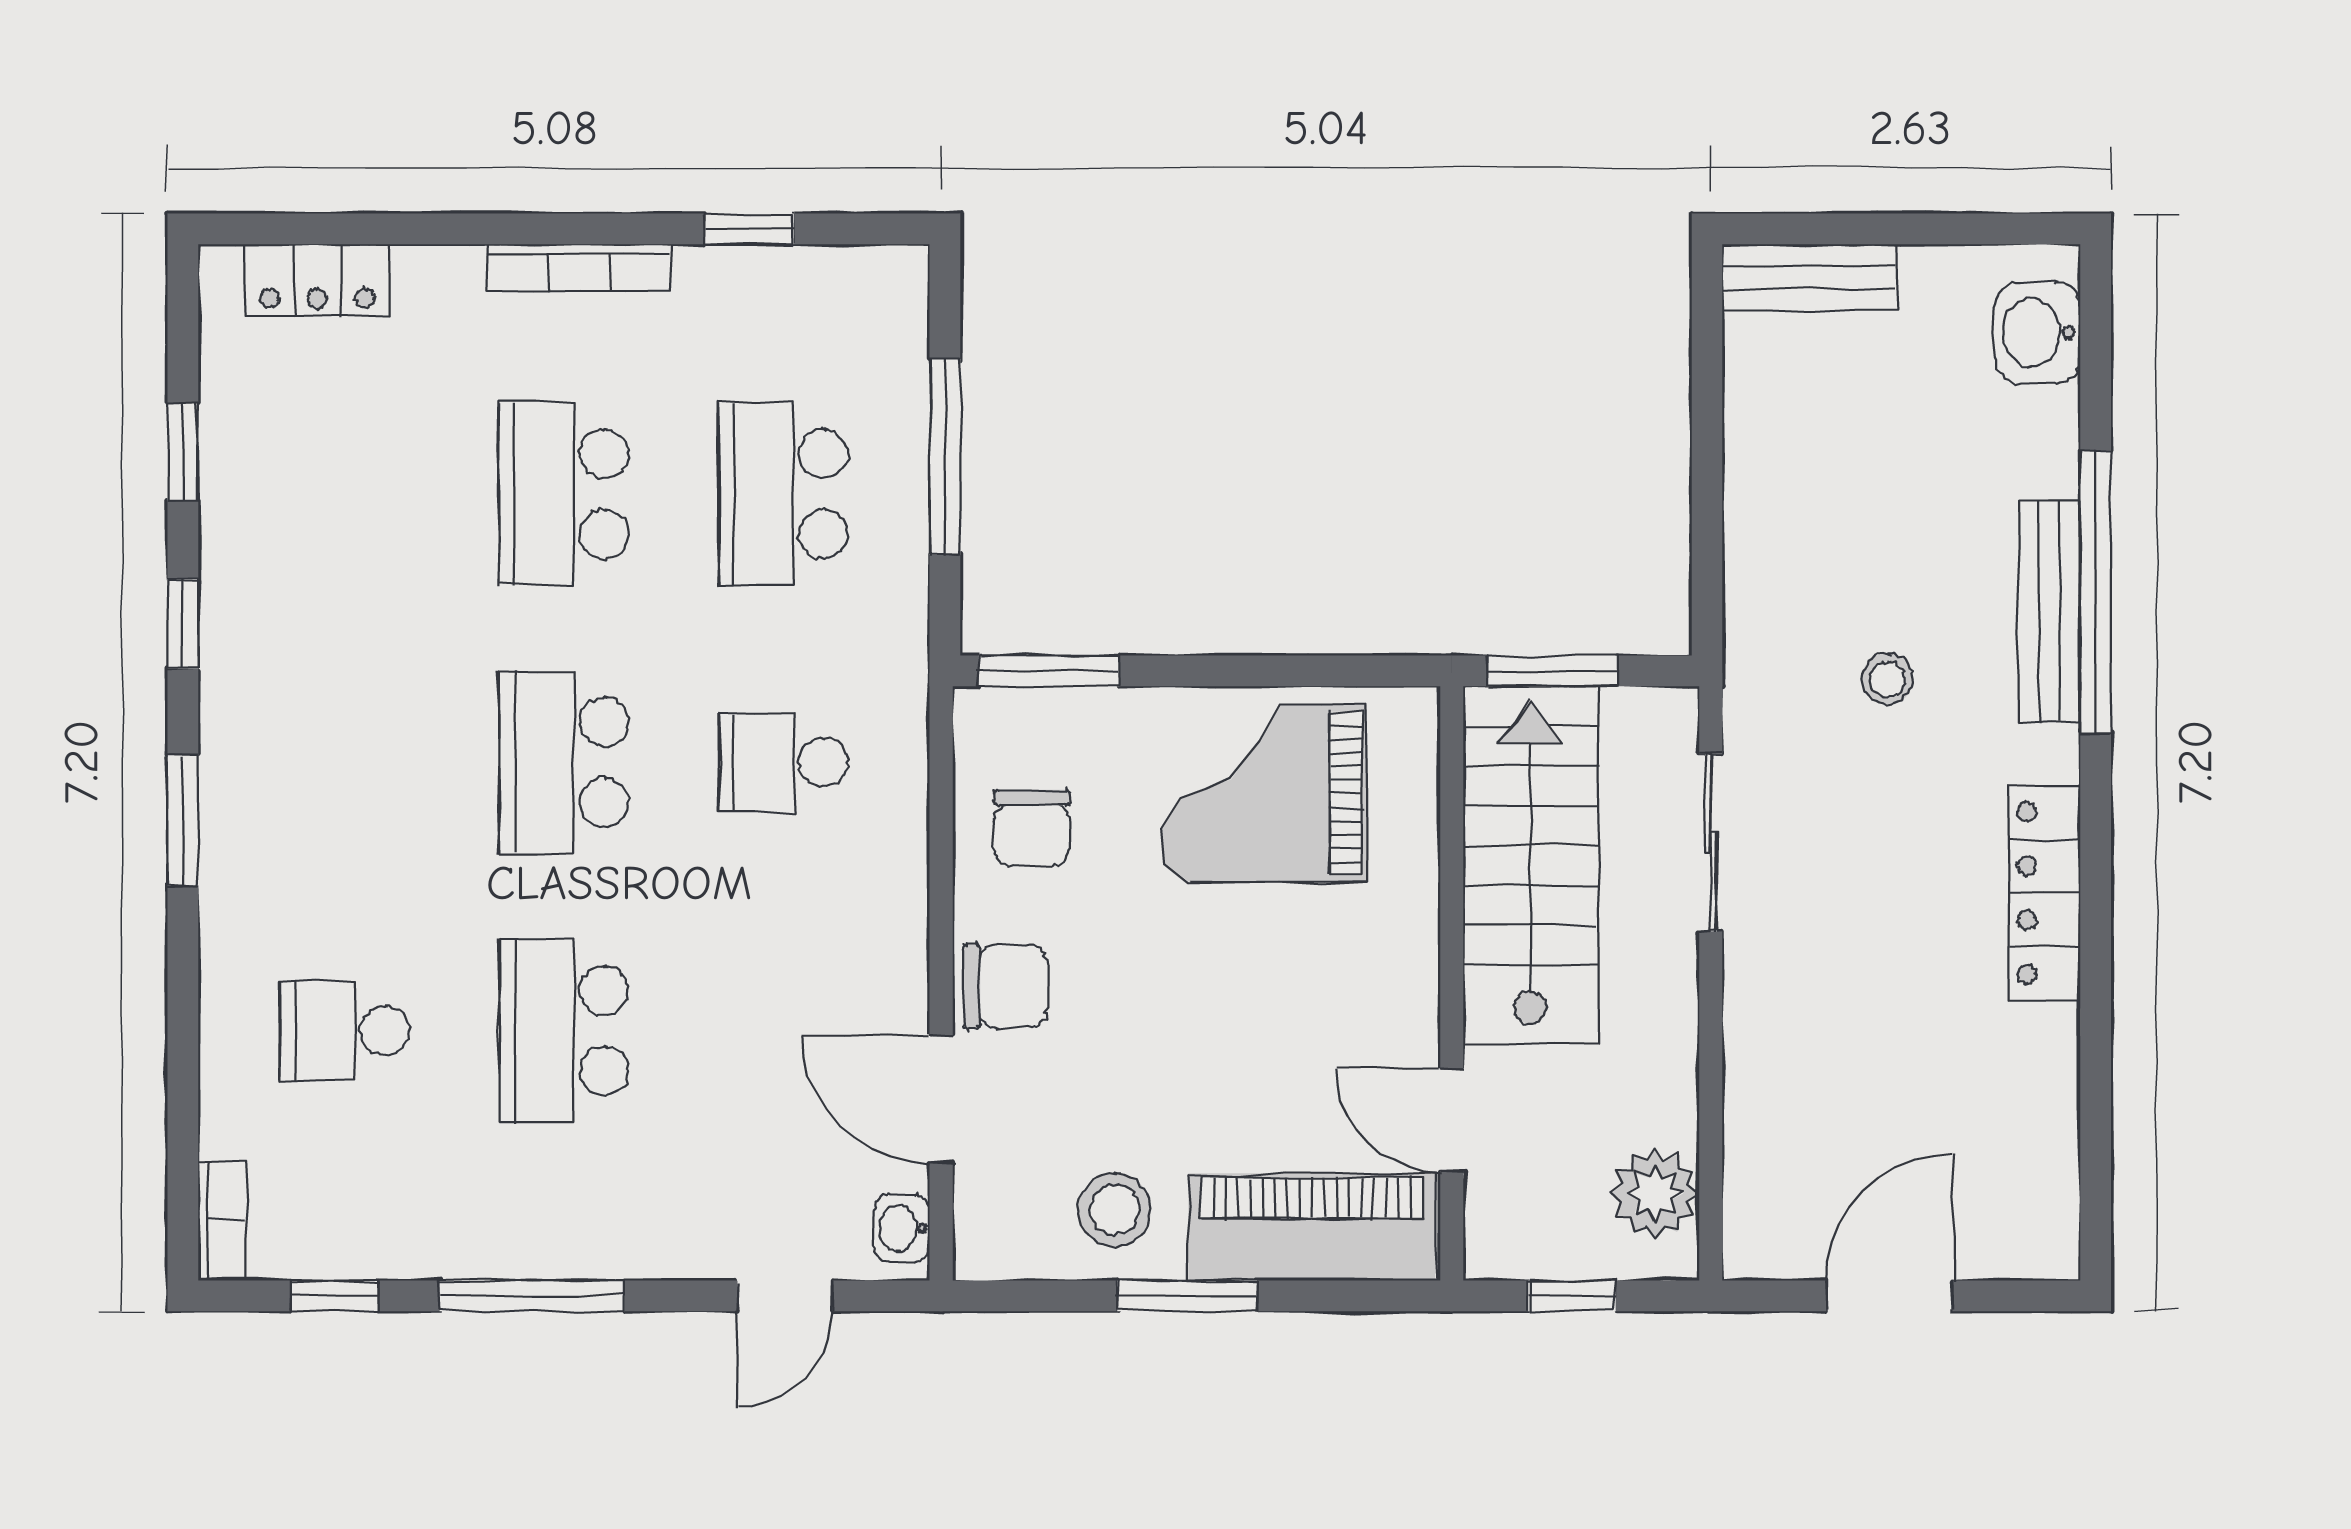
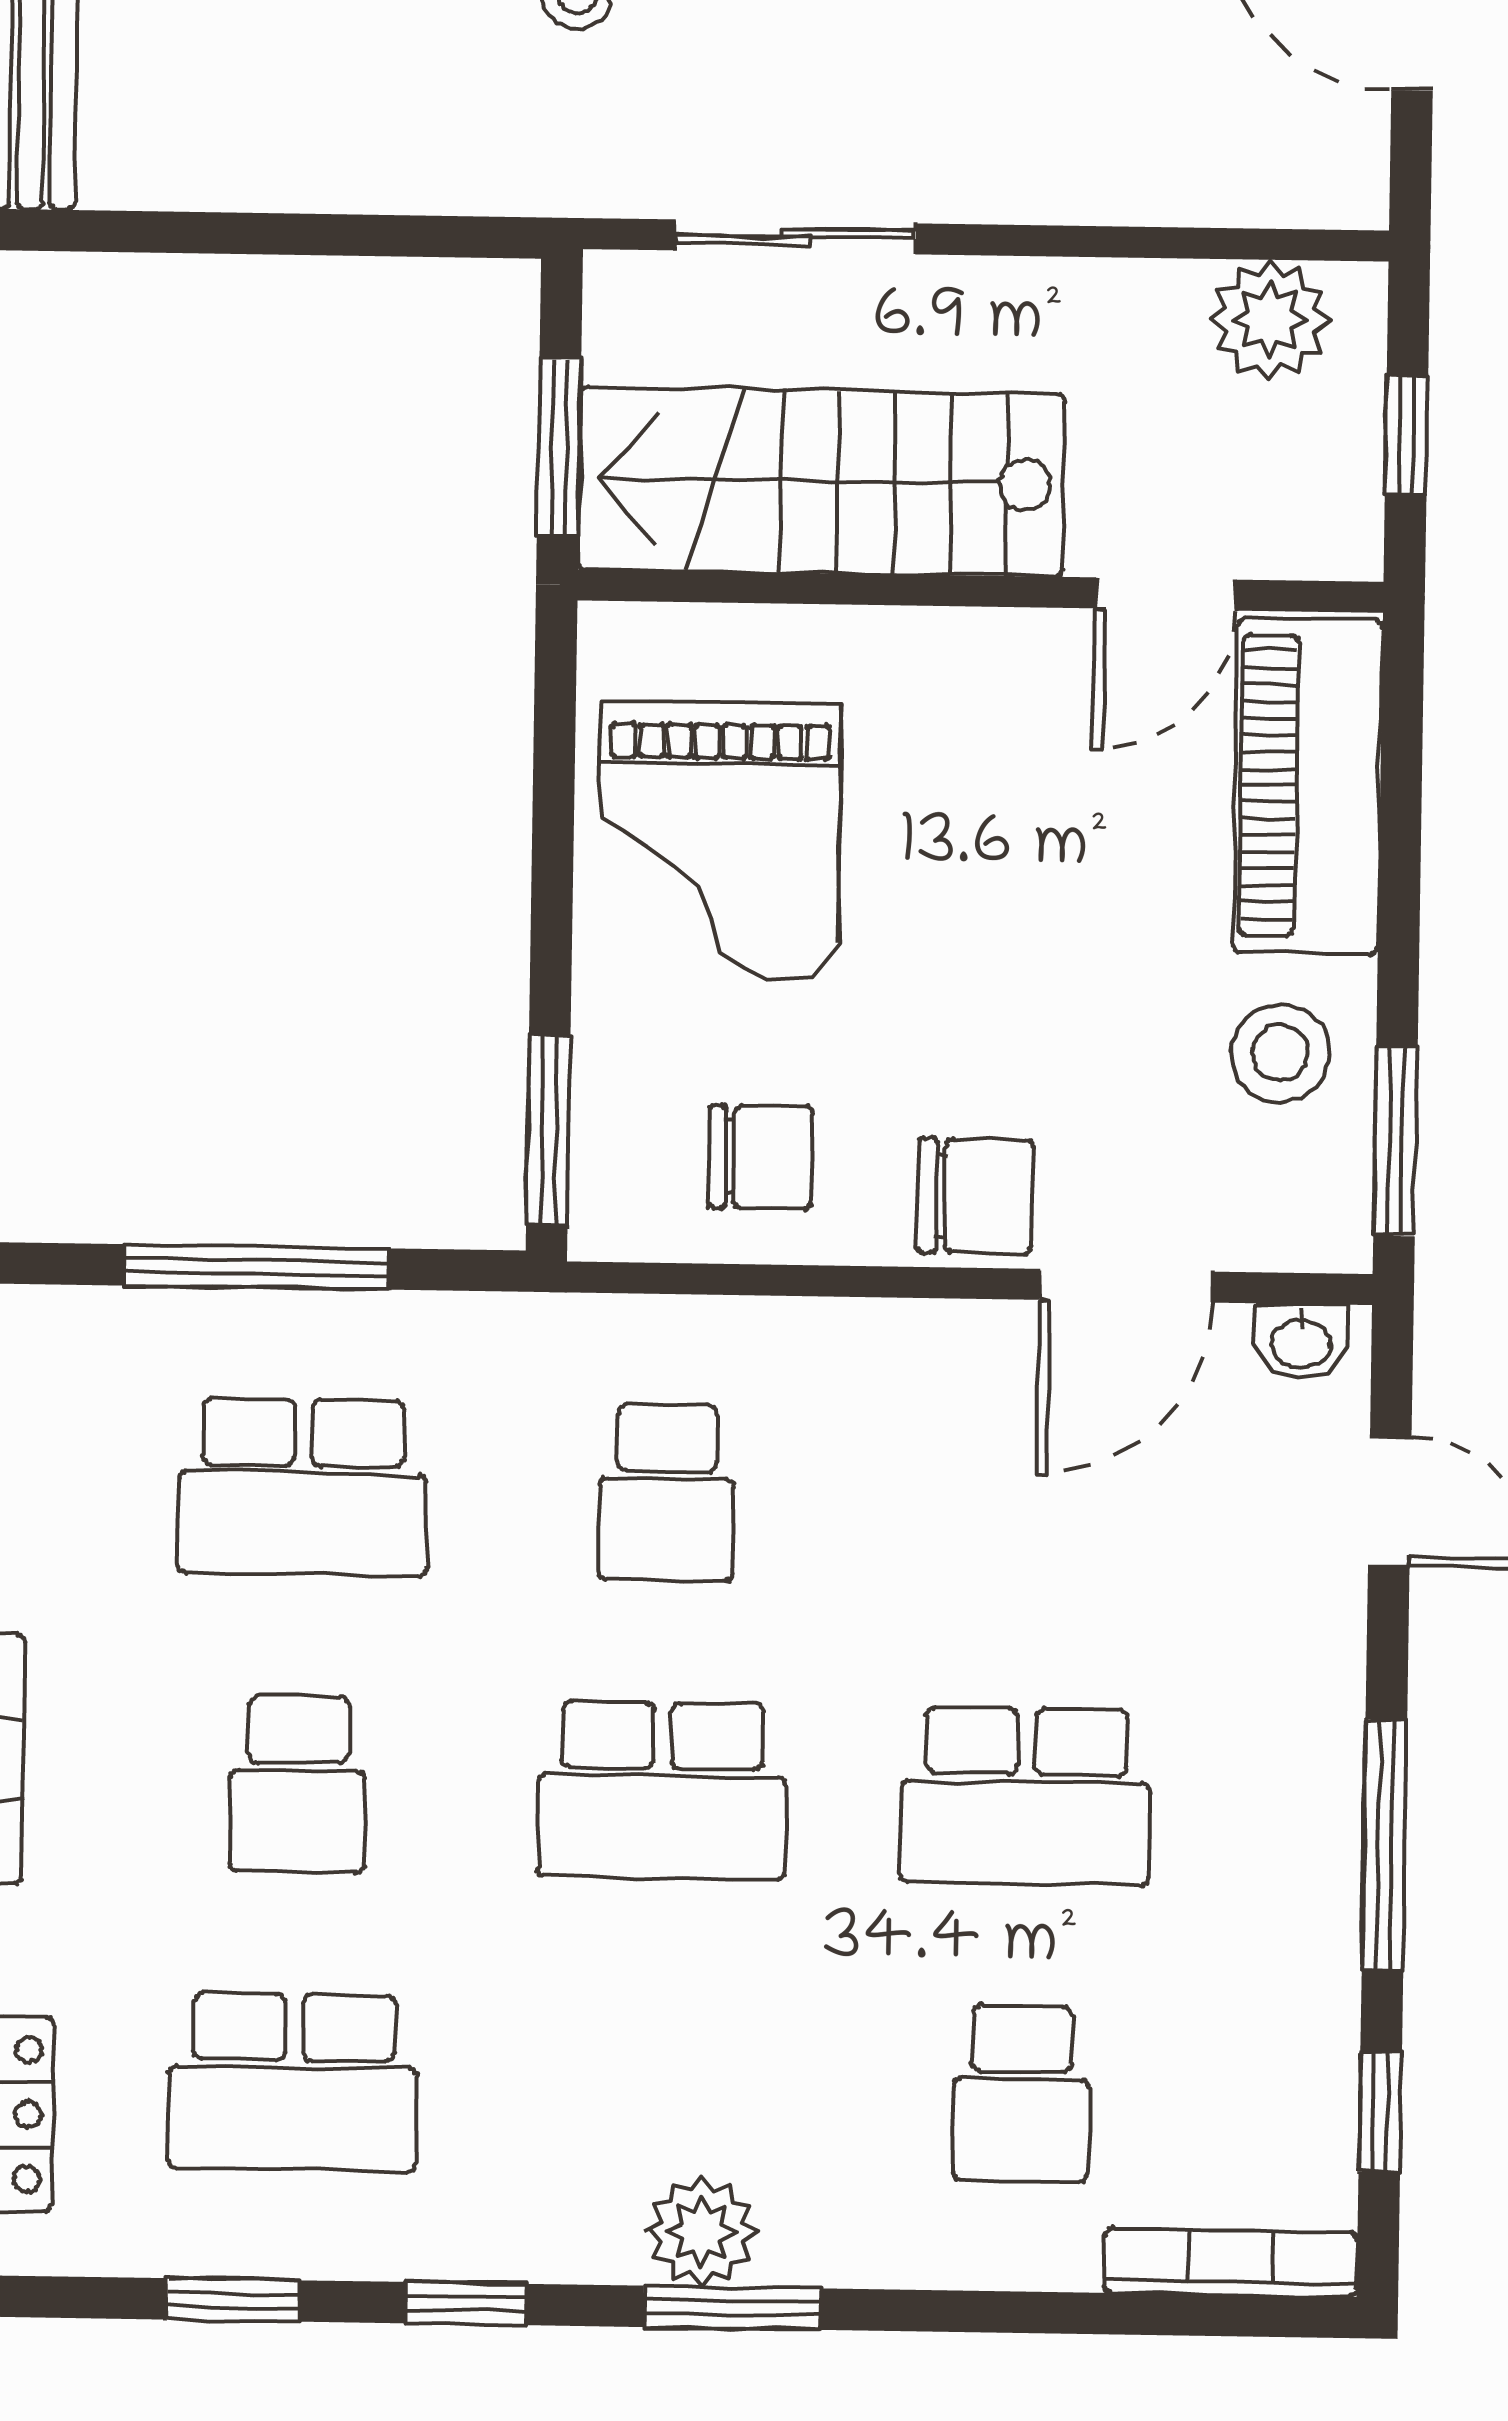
school desk: (344, 494) -> (293, 2082), added
school desk: (564, 494) -> (298, 1784), width x0.54
plant: (238, 797) -> (702, 2232), added
chair: (1006, 987) -> (975, 1196), turned 90
bookcase: (222, 1221) -> (1231, 2263), width x1.56
window: (1187, 1296) -> (1395, 1141), moved

